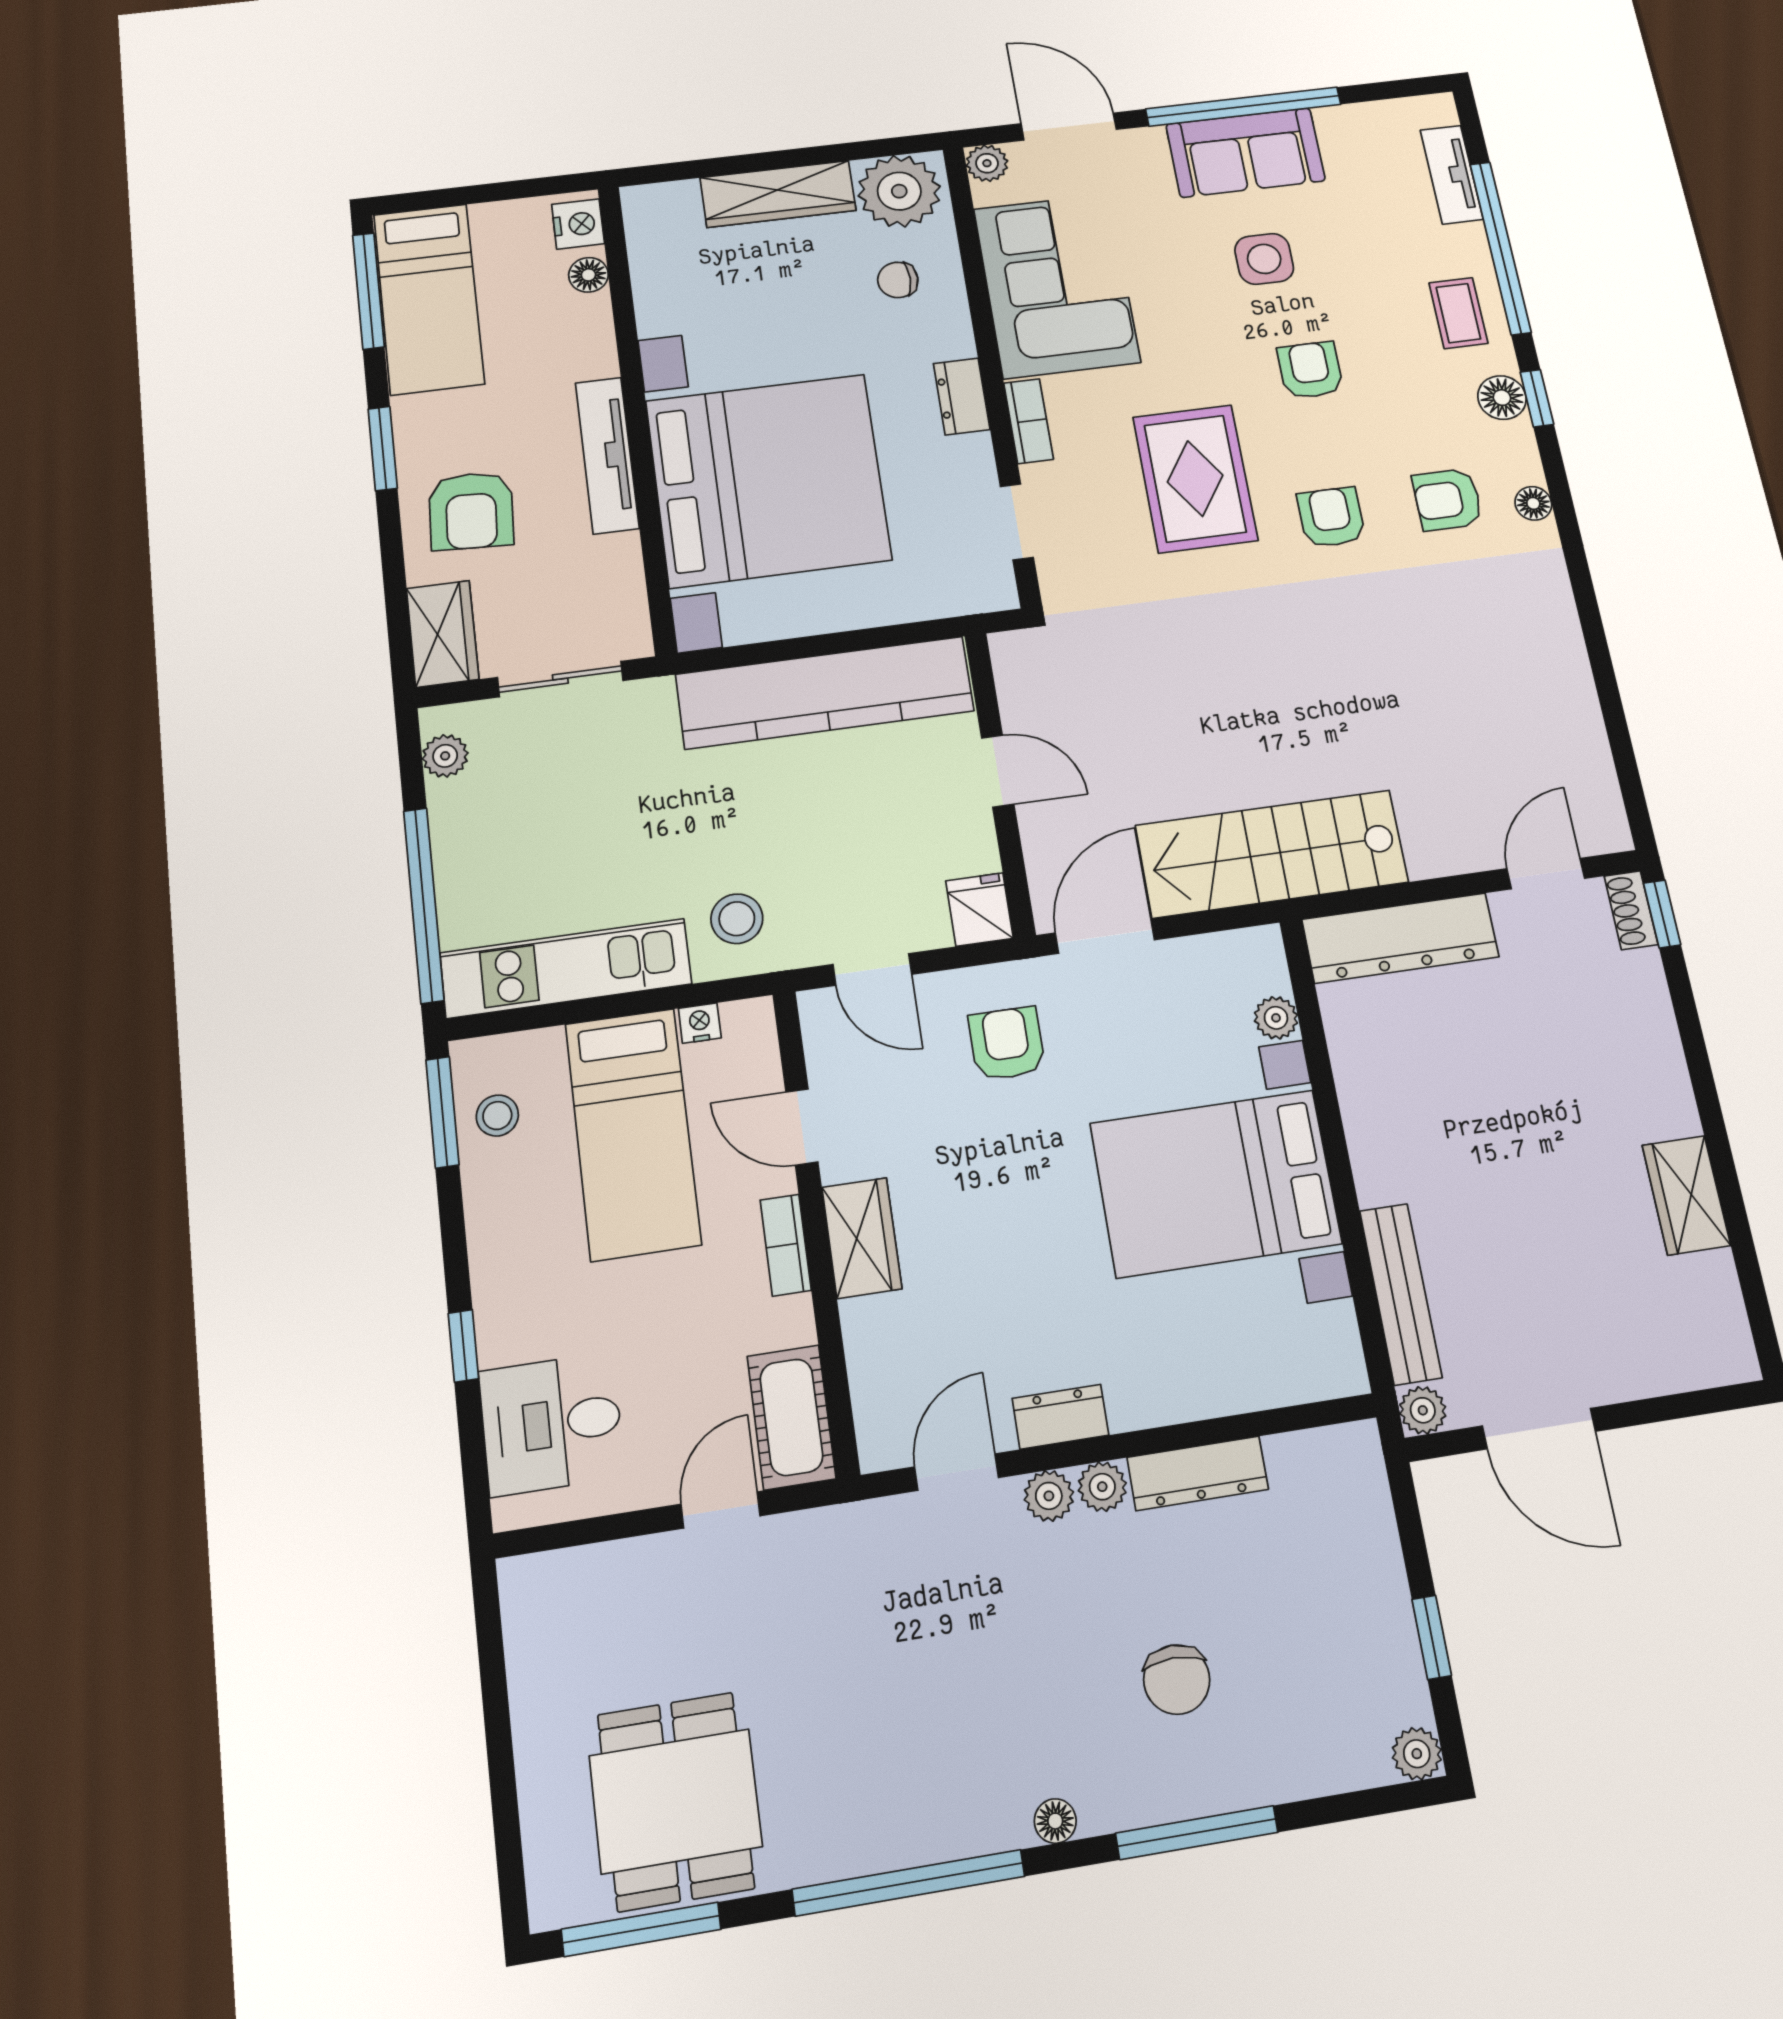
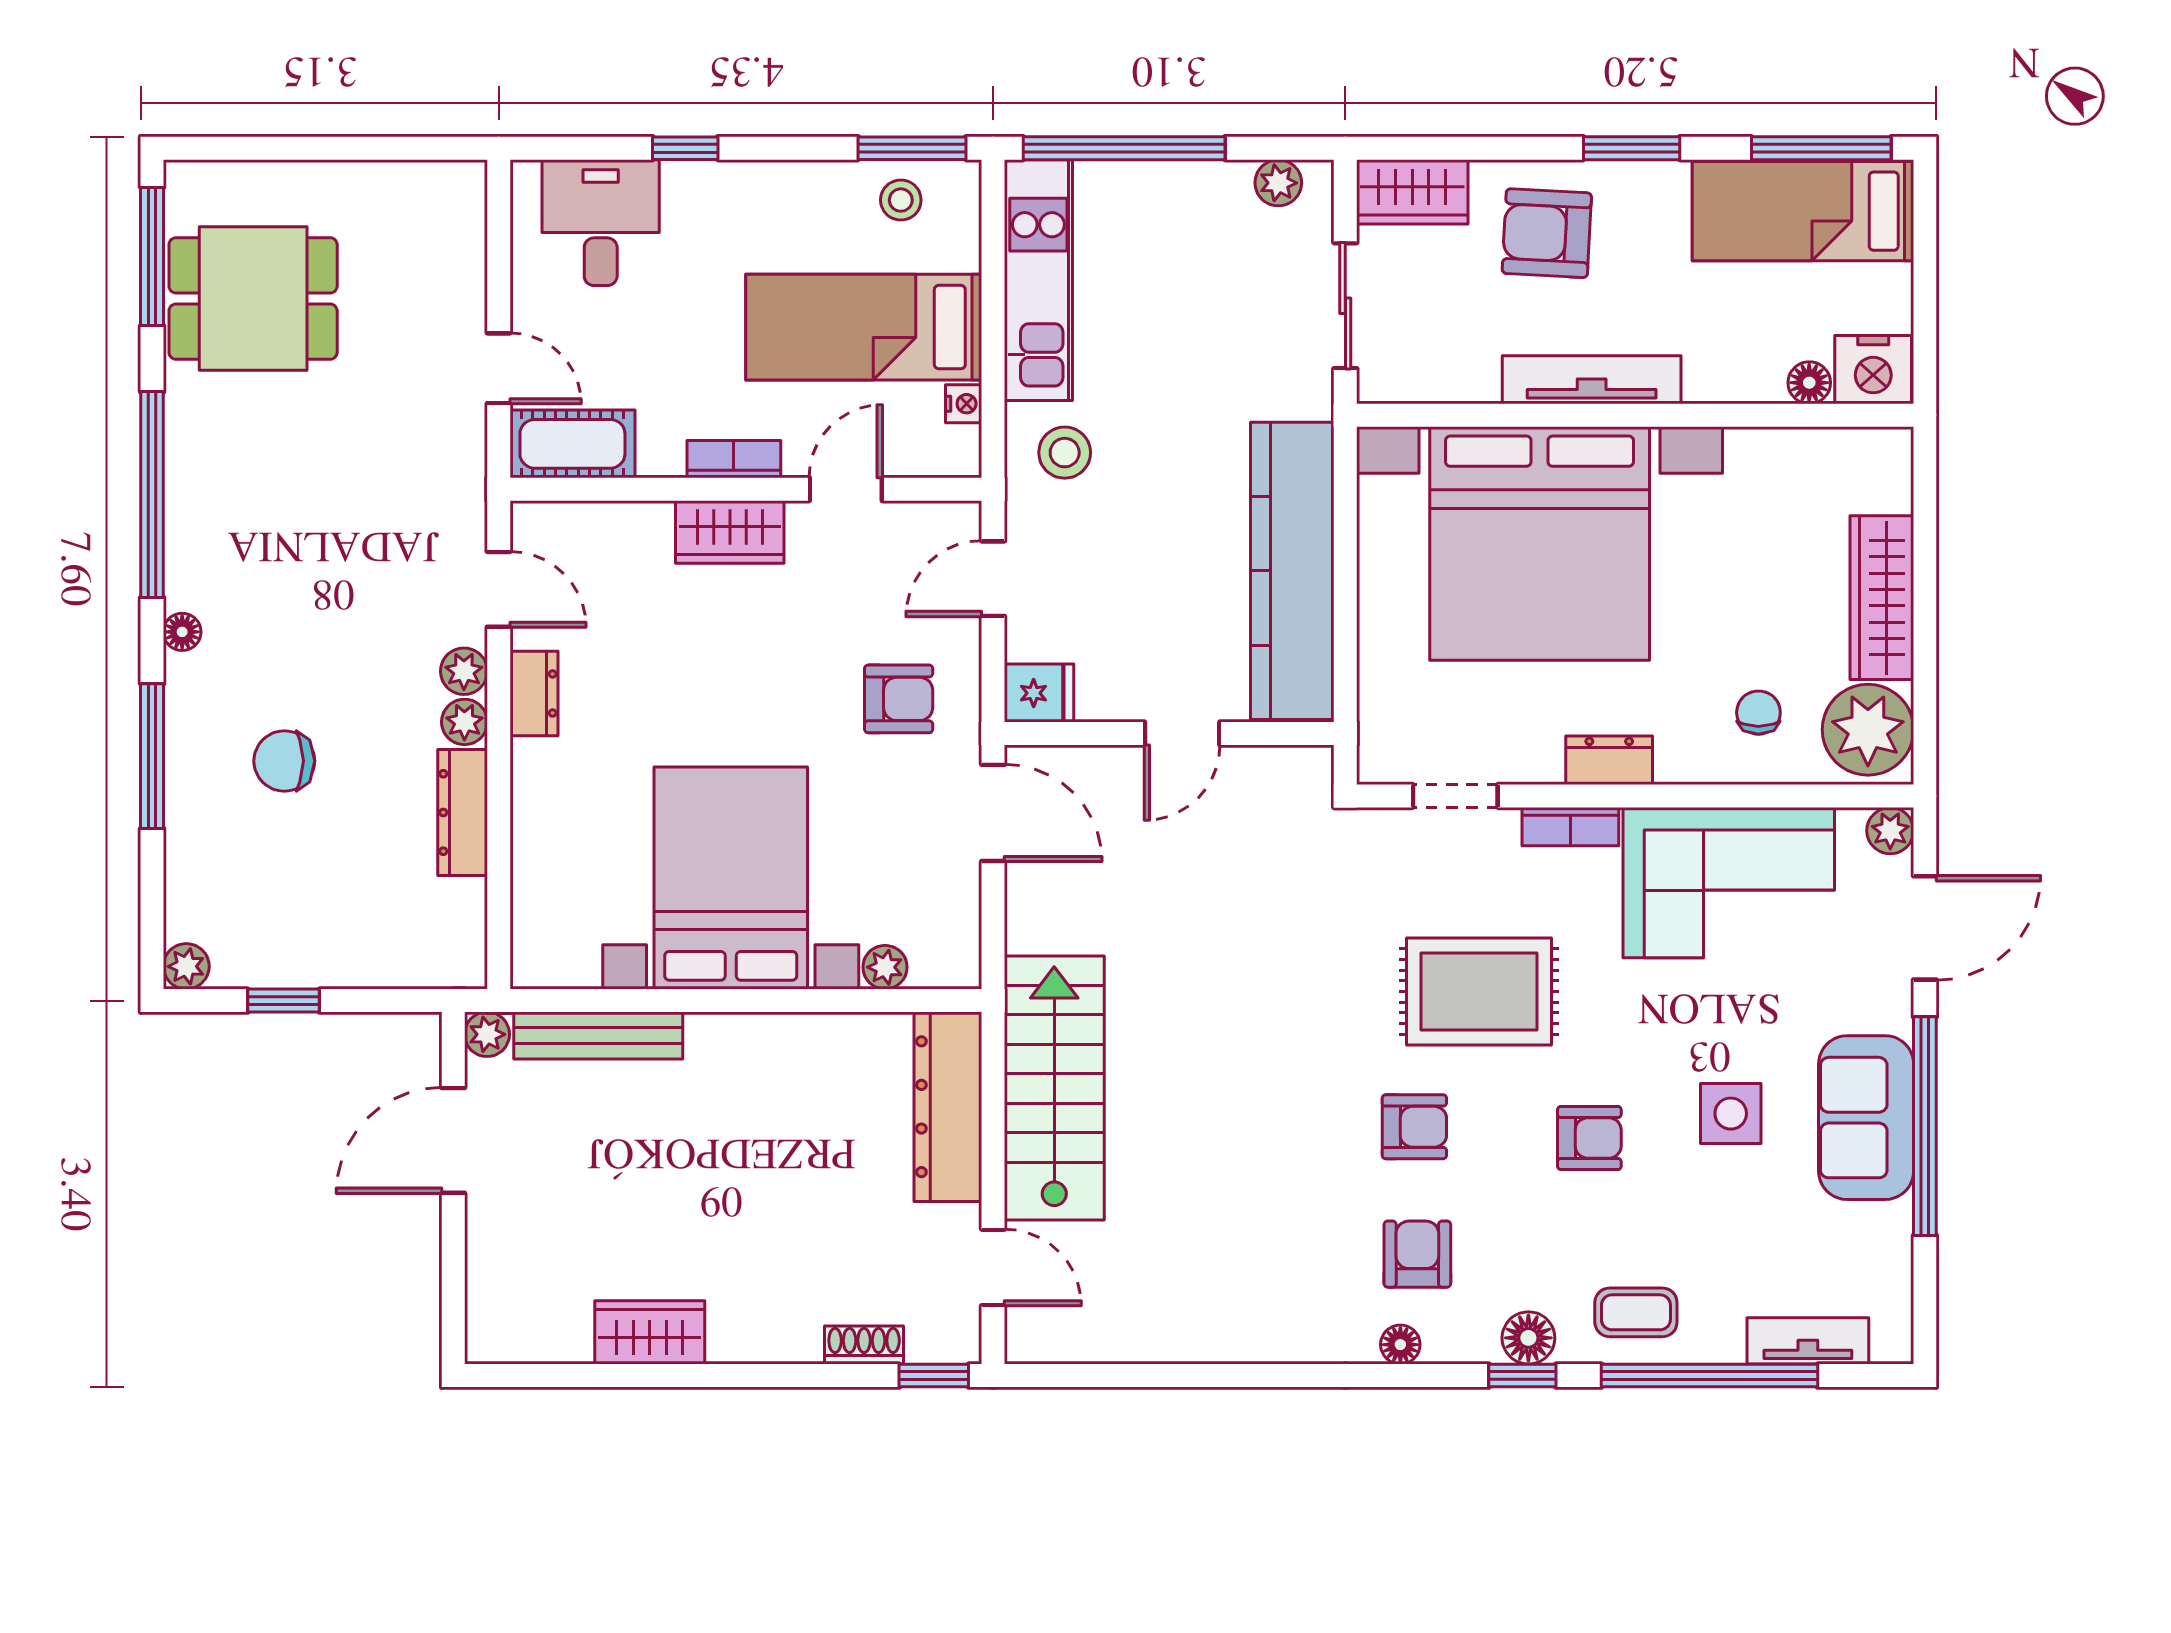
nightstand: (578, 224) -> (1873, 370), width x1.36, depth x1.33
stairs: (1272, 854) -> (1054, 1088), moved
shoe rack: (1631, 910) -> (864, 1345), moved

